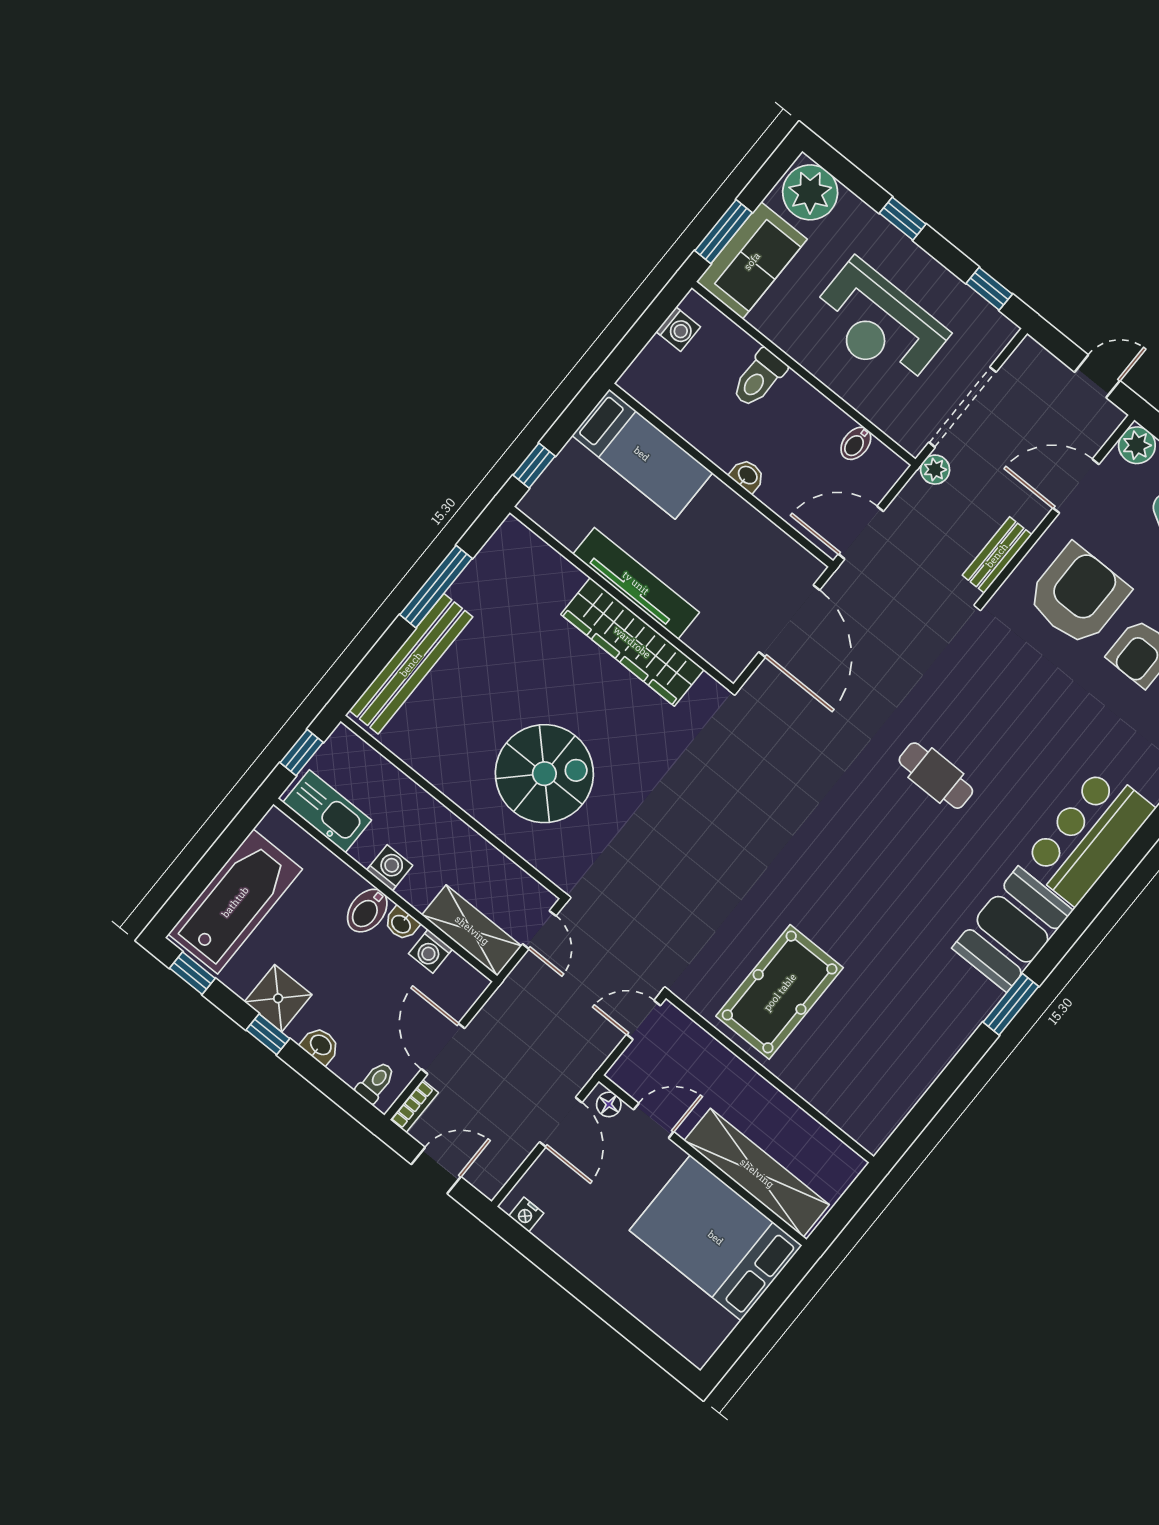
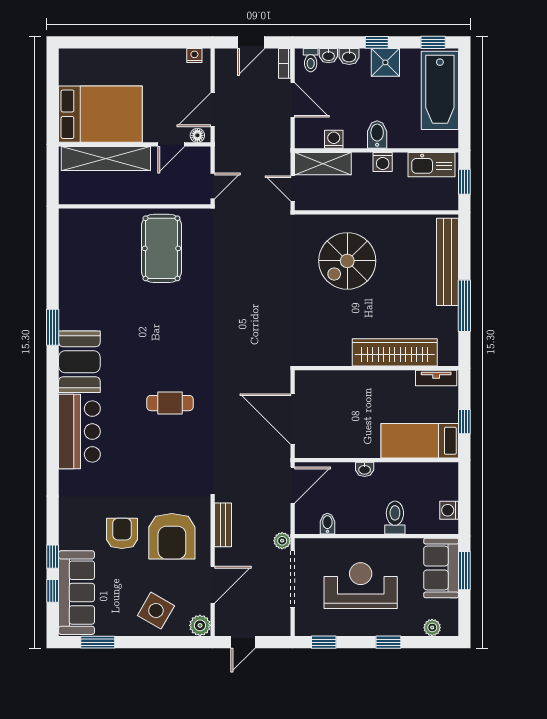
plant: (810, 192) -> (432, 628), width x0.53, depth x0.53
window: (534, 466) -> (464, 422), moved
tv unit: (636, 583) -> (436, 378), moved, width x0.52, depth x0.78
wardrobe: (632, 642) -> (395, 352), moved
washbasin: (401, 924) -> (328, 56), moved, turned 180
door: (561, 1122) -> (213, 110), hinge flipped

